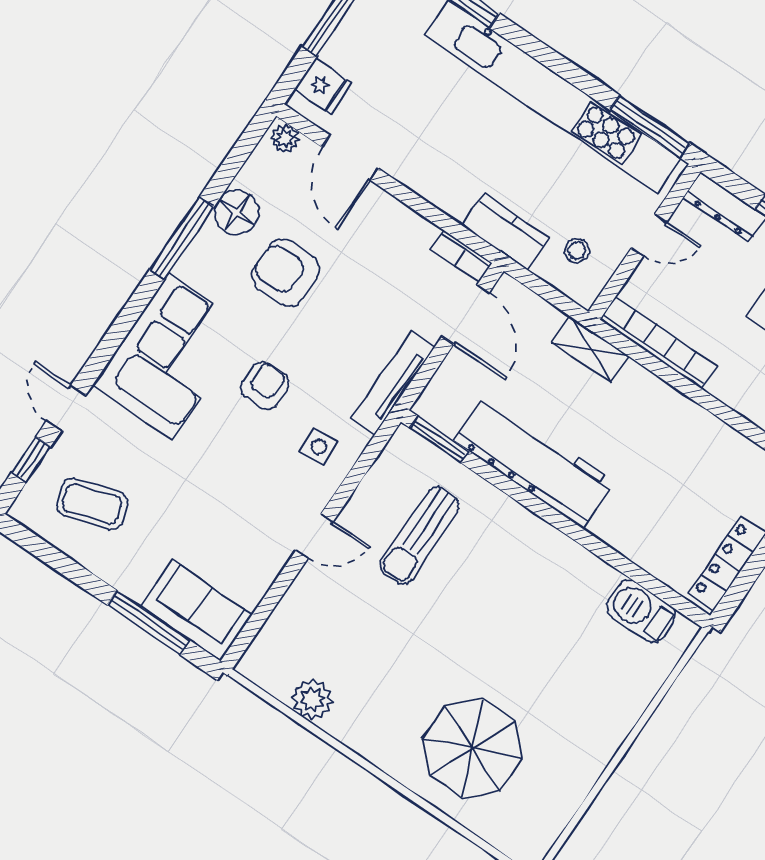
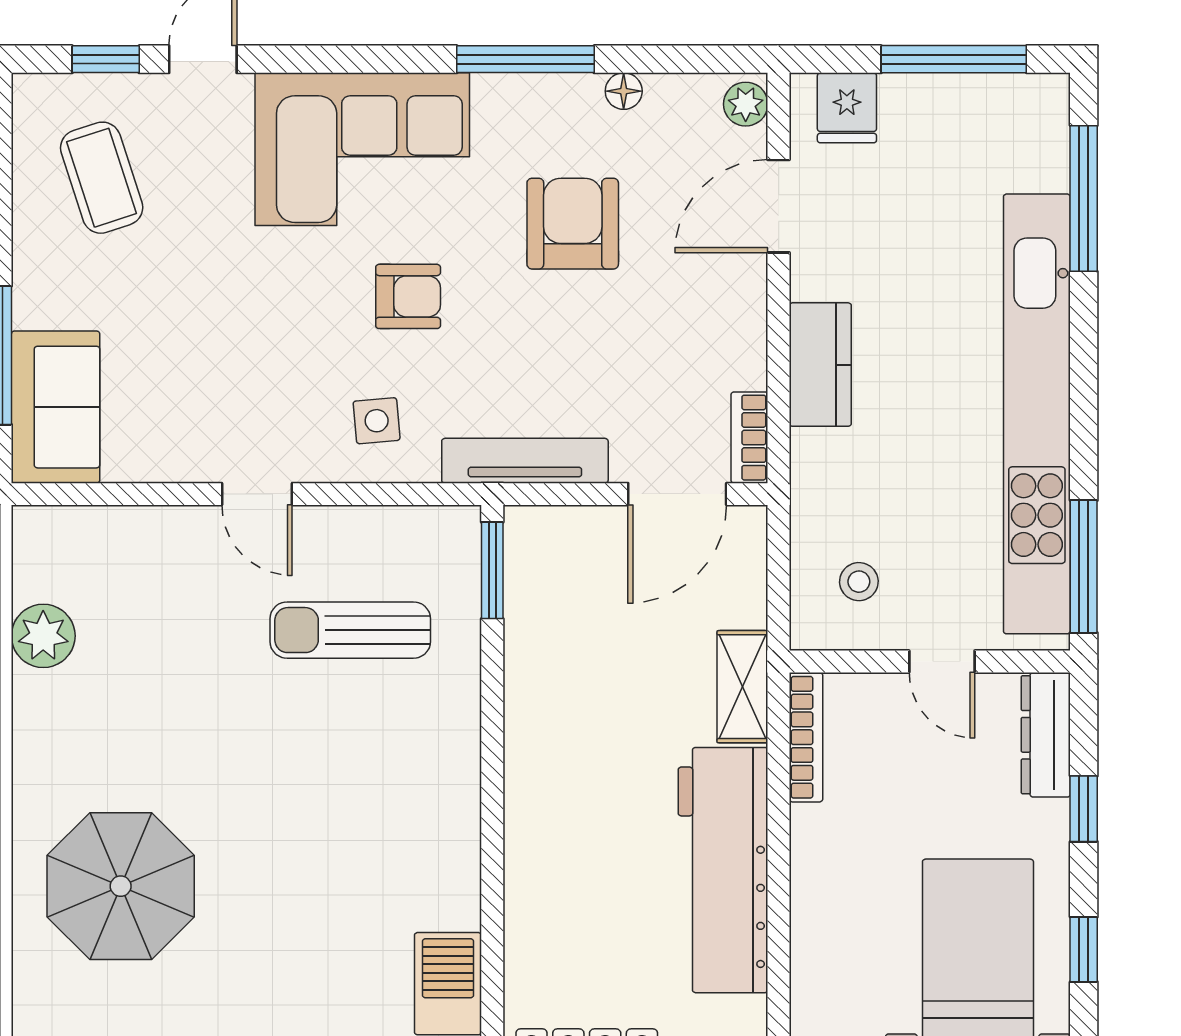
floor lamp: (237, 212) -> (624, 91), width x0.53, depth x0.53
kitchen counter: (506, 232) -> (820, 365), moved
bookcase: (658, 343) -> (806, 737), width x0.68, depth x0.76
workbench: (534, 461) -> (723, 870), moved, turned 180

